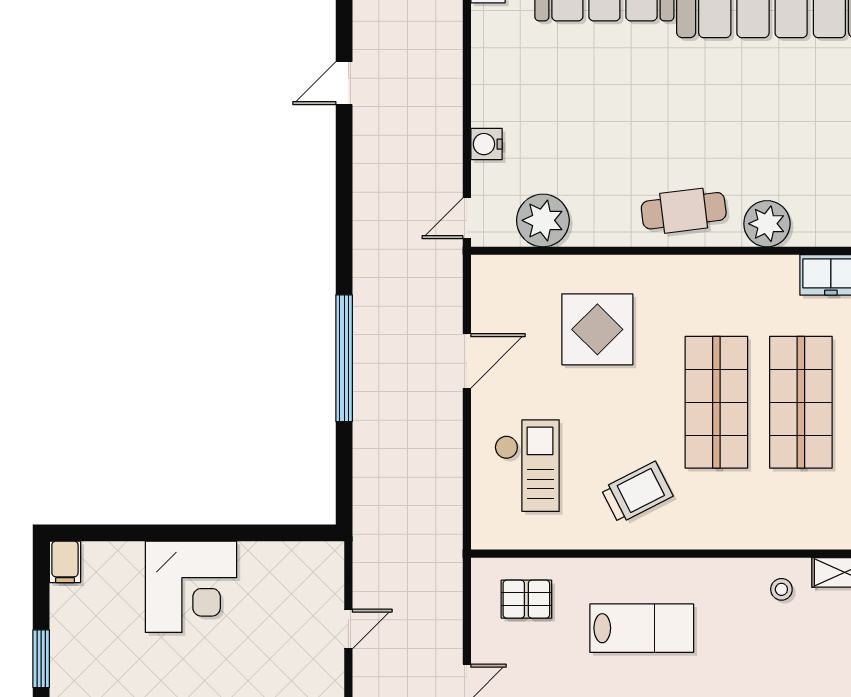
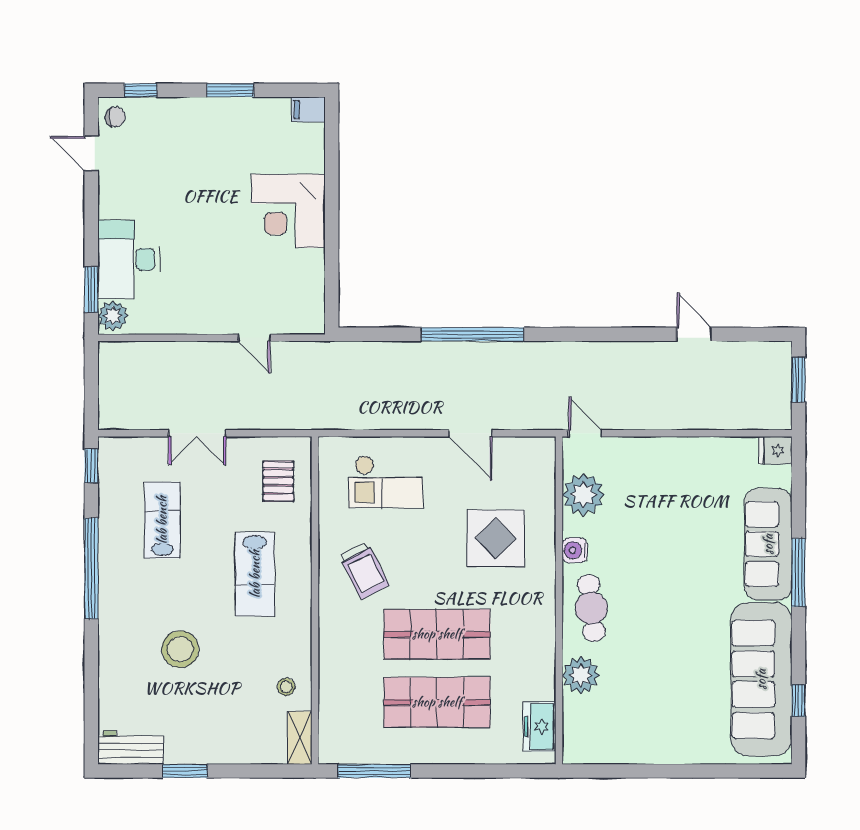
water cooler: (486, 144) -> (575, 550), moved, turned -90

